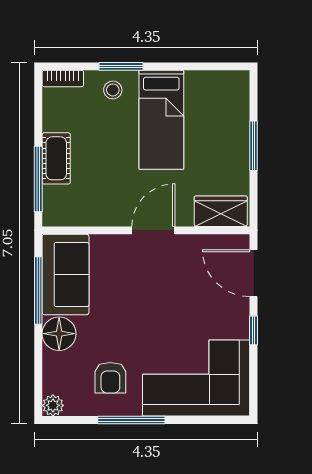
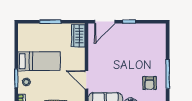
door: (153, 230) -> (86, 80), moved
armchair: (110, 378) -> (150, 83), turned 90
corner sofa: (196, 378) -> (150, 46), removed

